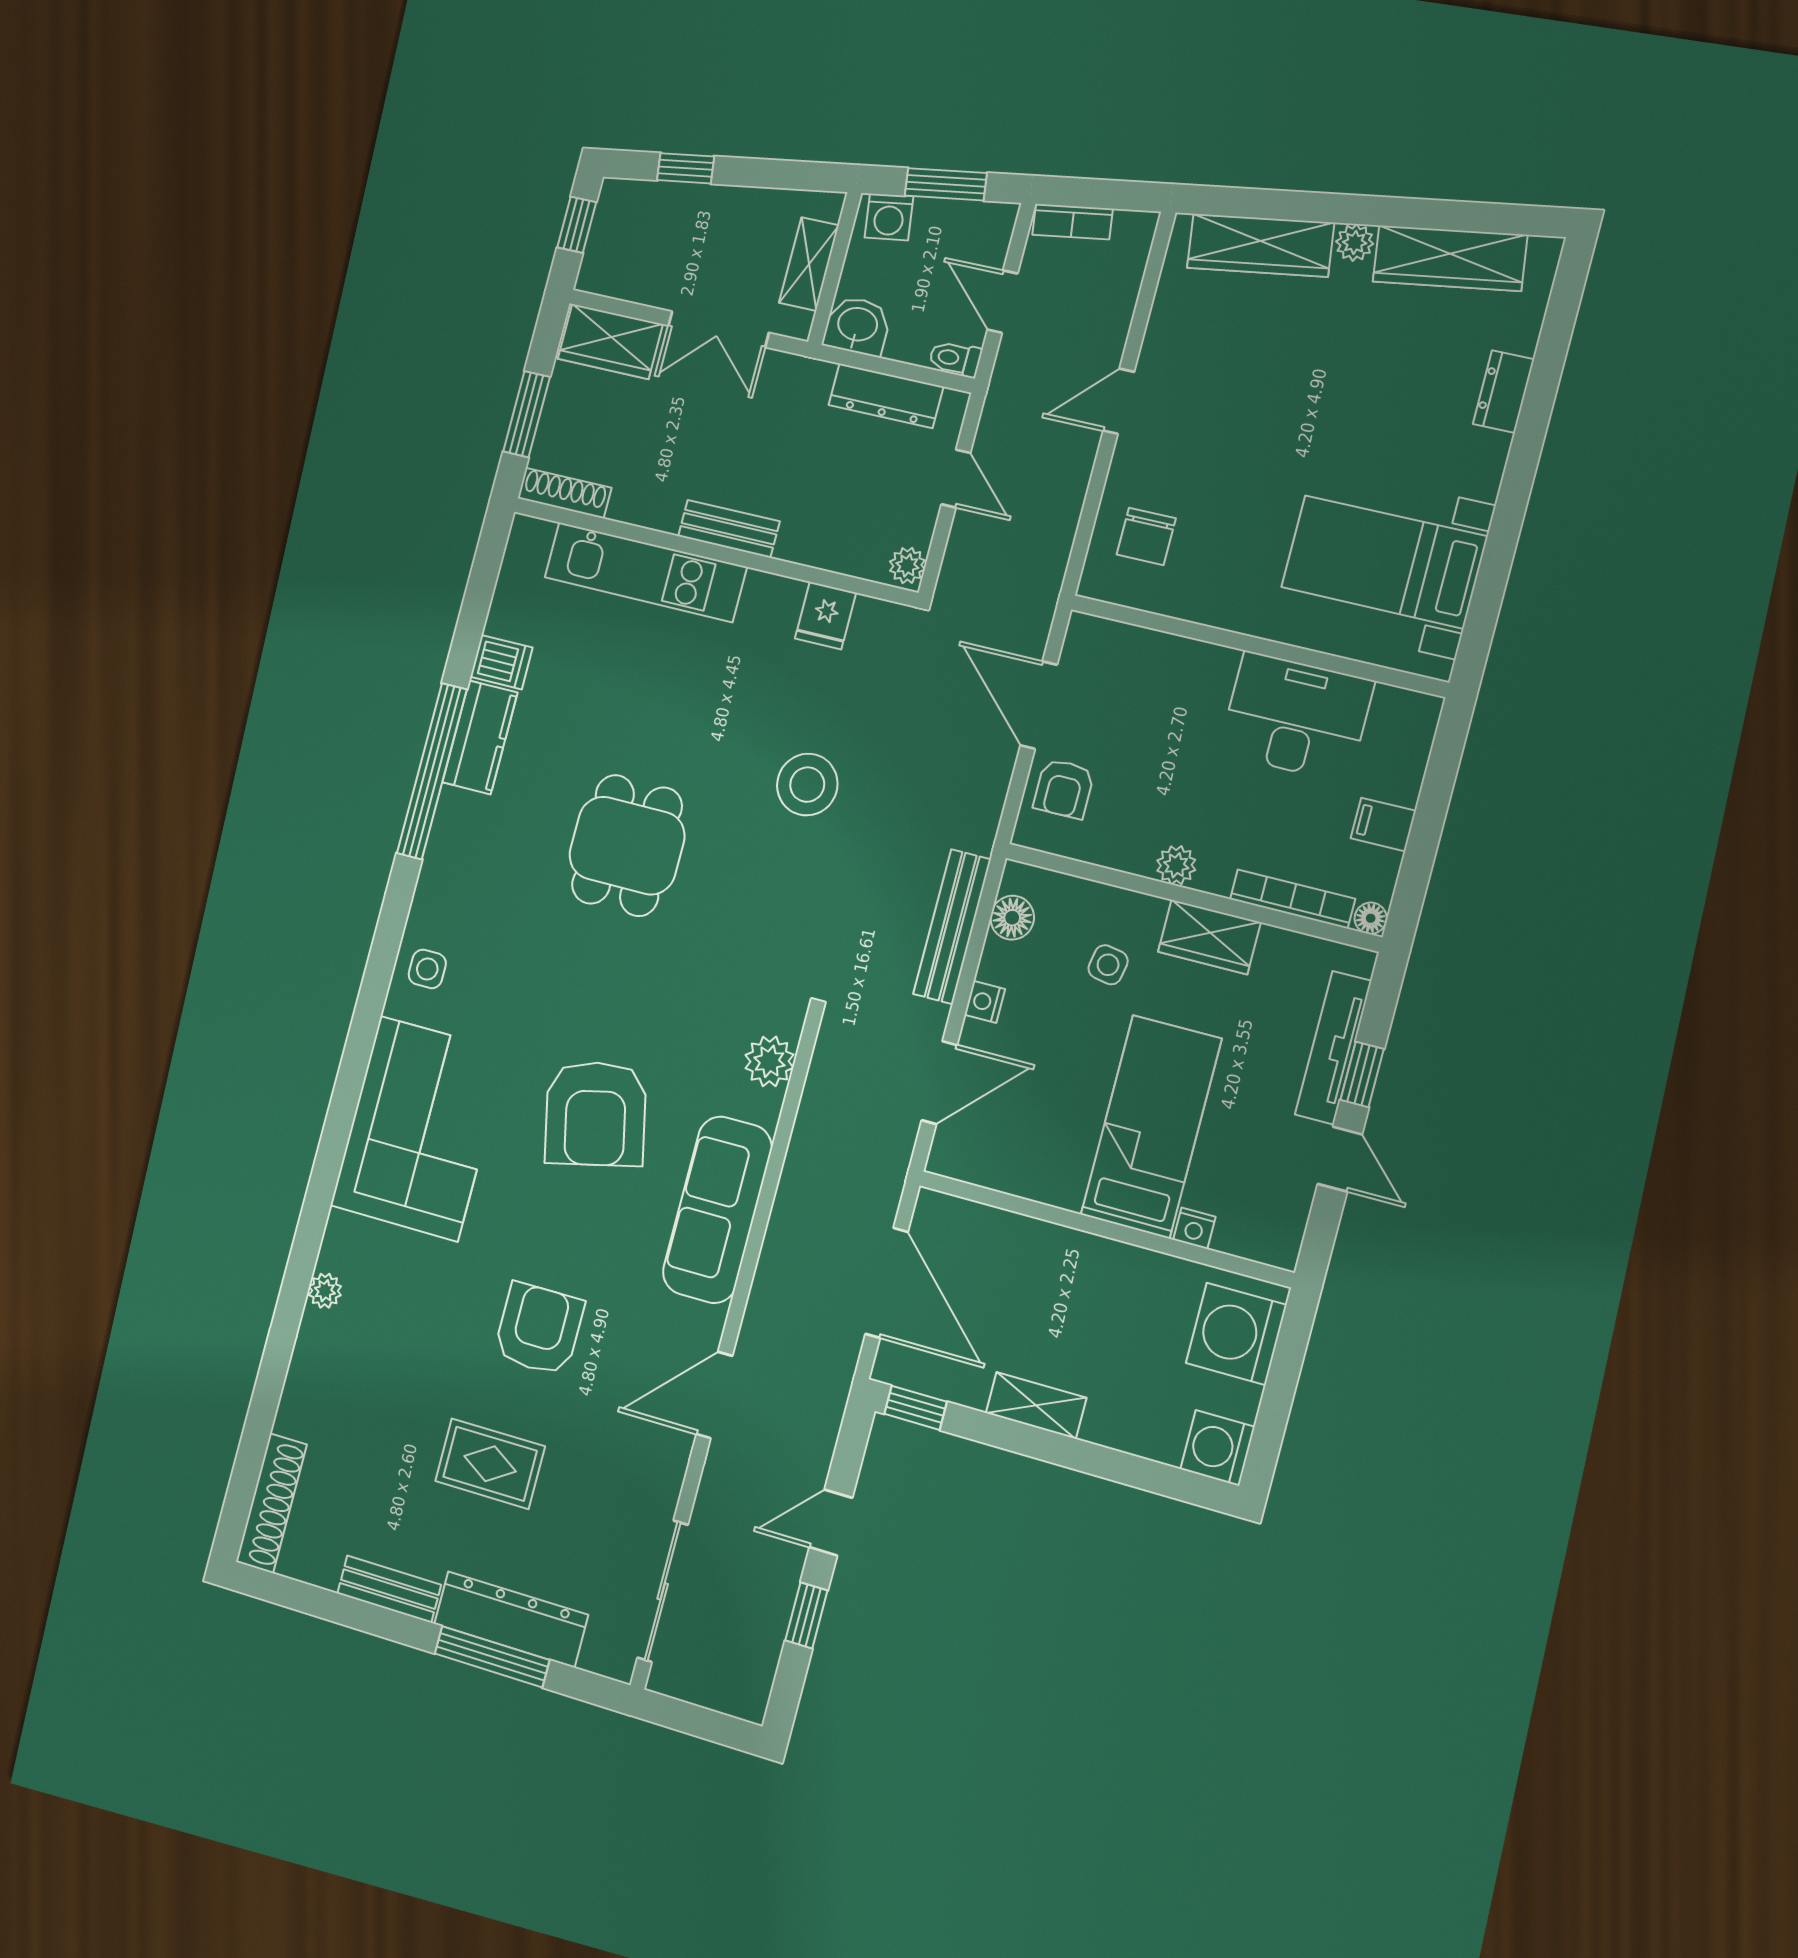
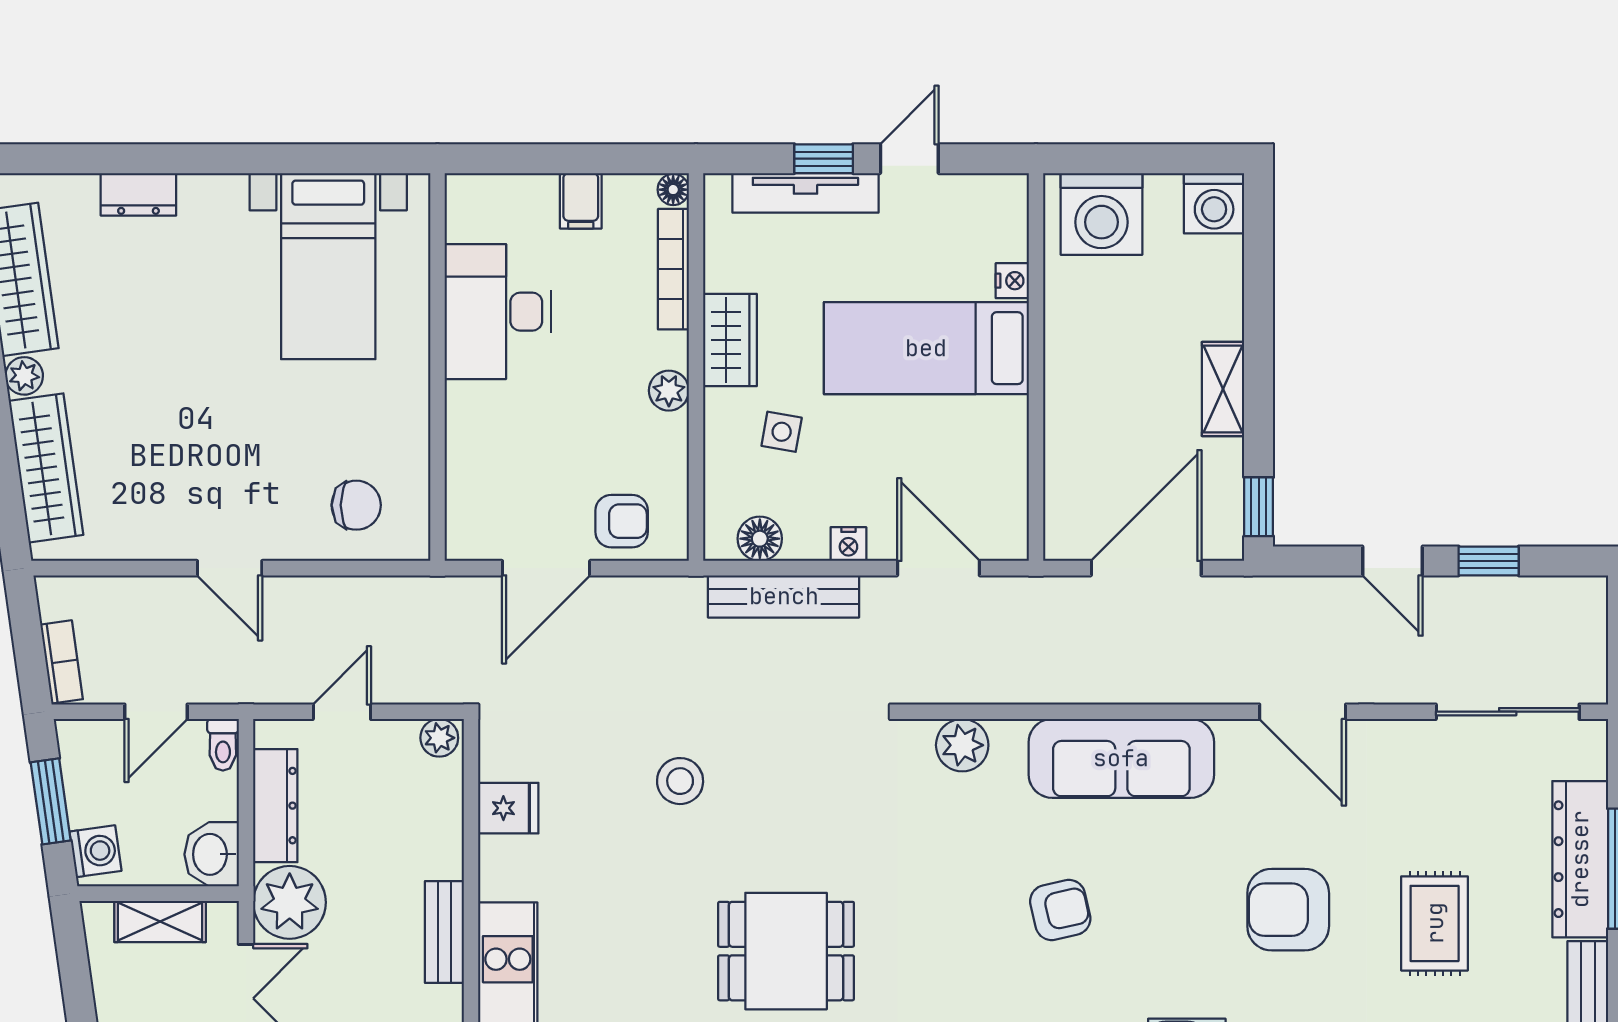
plant: (794, 389) -> (290, 902), added
stool: (807, 785) -> (680, 781), width x0.73, depth x0.73
armchair: (596, 1114) -> (1060, 910), width x0.53, depth x0.53

